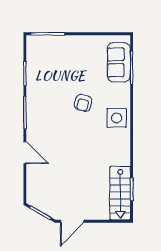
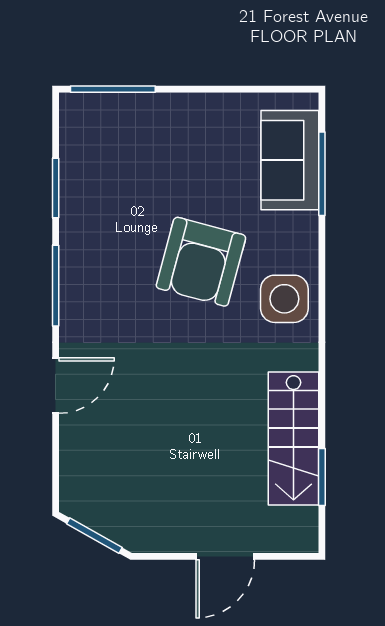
armchair: (83, 103) -> (201, 262), width x1.88, depth x1.88
door: (25, 153) -> (56, 386), hinge flipped
stairs: (120, 193) -> (293, 439), moved
door: (72, 221) -> (225, 556), moved

